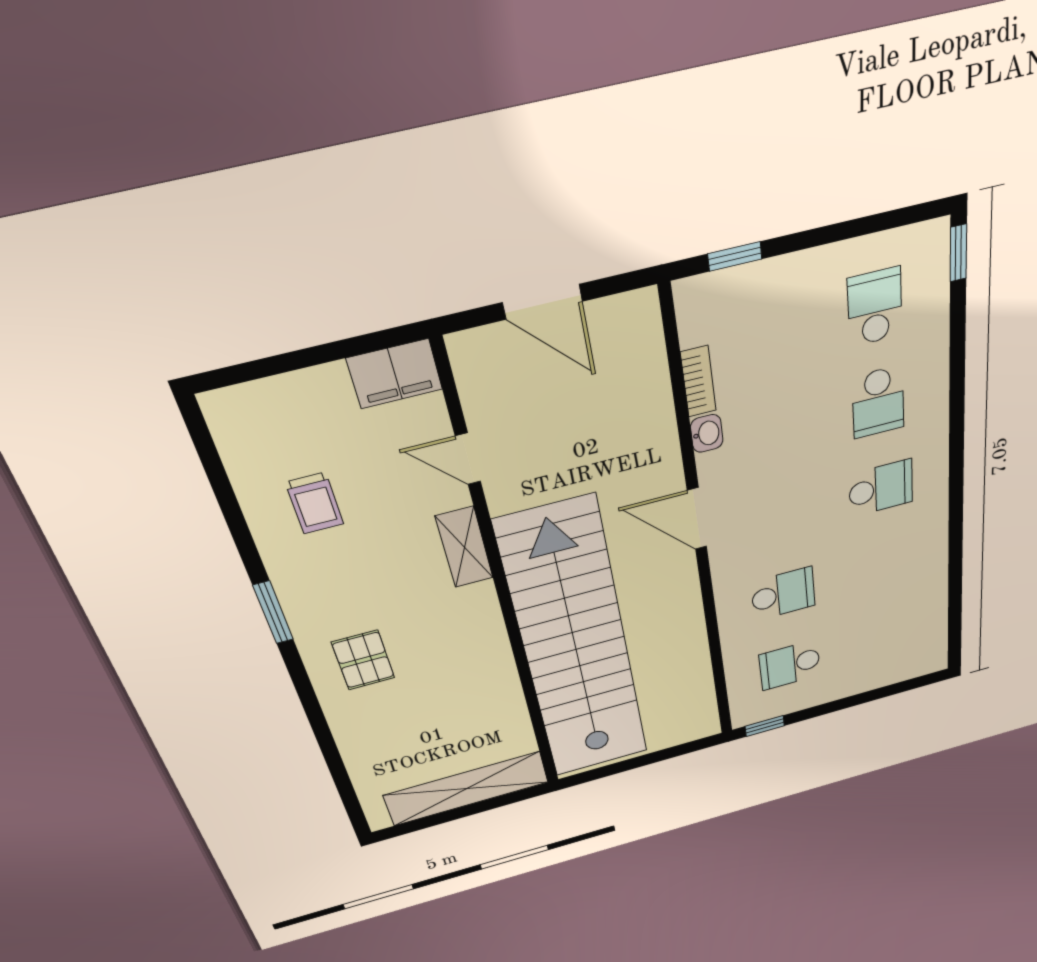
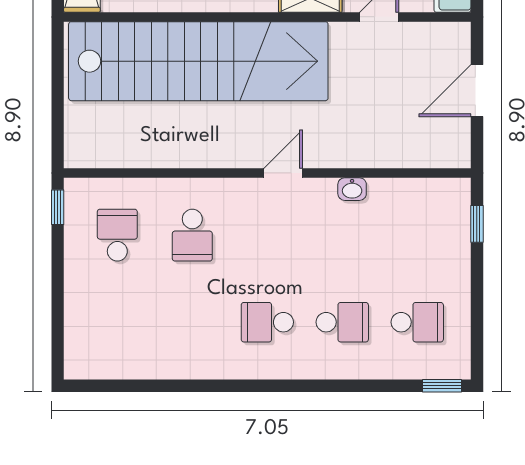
bookcase: (698, 382) -> (394, 188), removed
school desk: (878, 402) -> (342, 322), turned 180
school desk: (881, 488) -> (267, 322), turned 90
door: (697, 519) -> (283, 173), width x0.73

